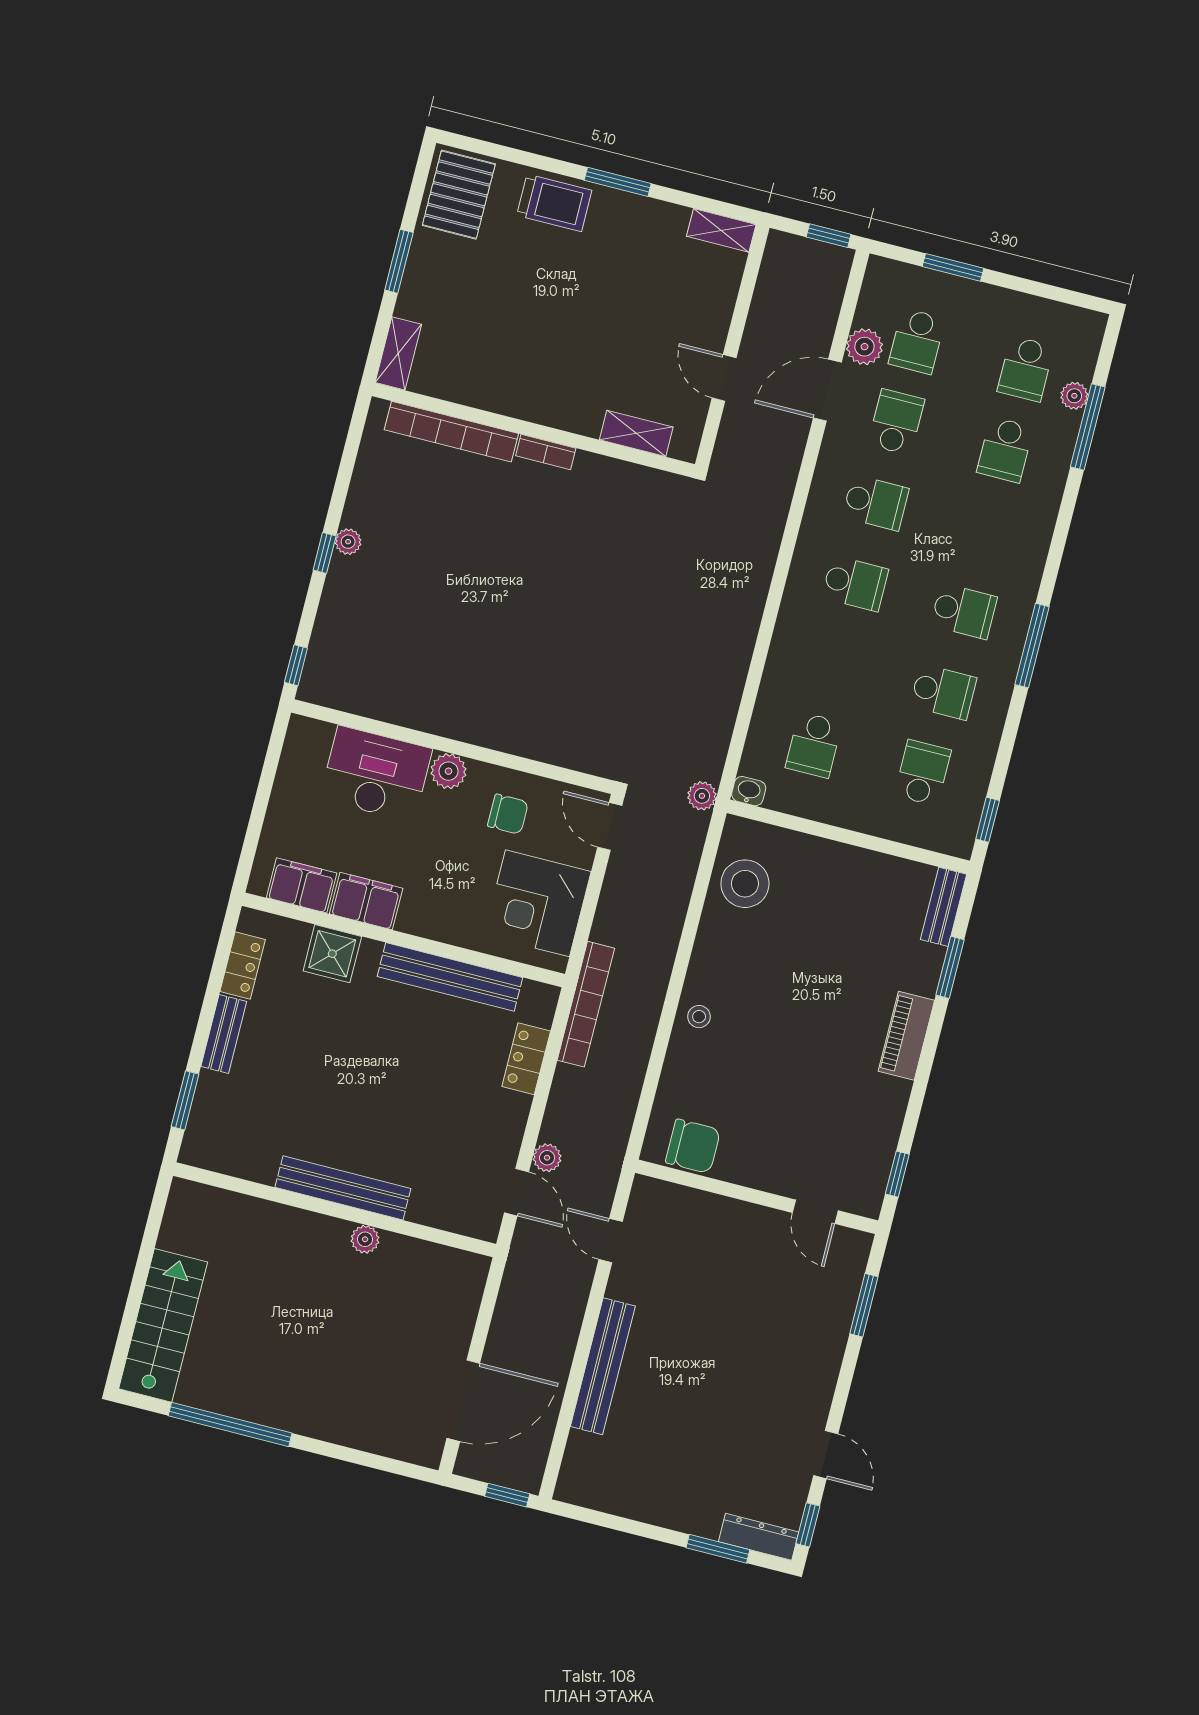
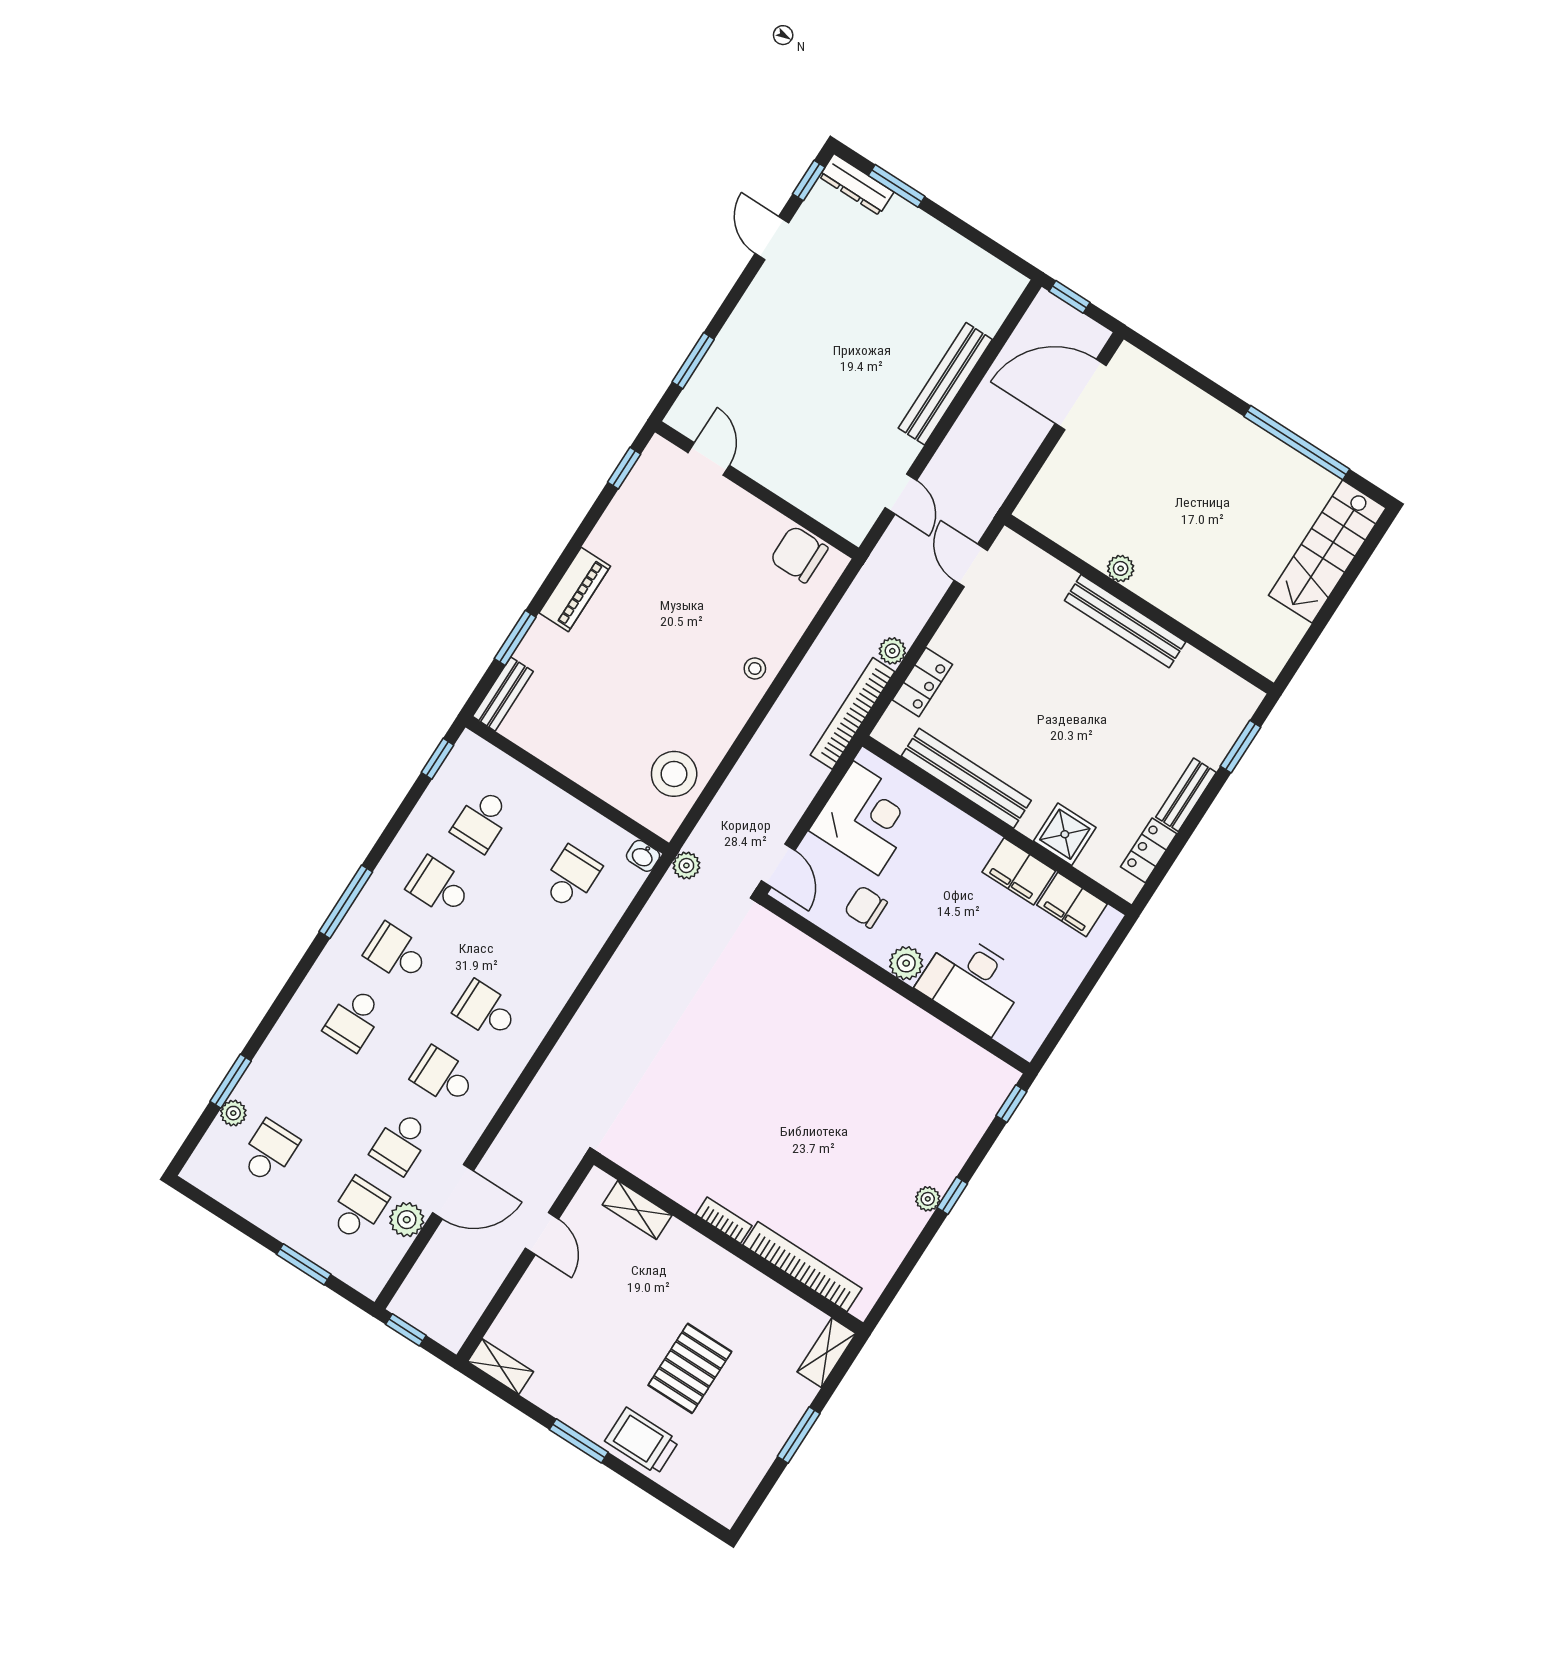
pallet: (459, 195) -> (690, 1368), moved
window: (1088, 427) -> (231, 1081), width x0.69
school desk: (1005, 450) -> (354, 1019), moved, turned 180
plant: (547, 1158) -> (892, 651), moved

